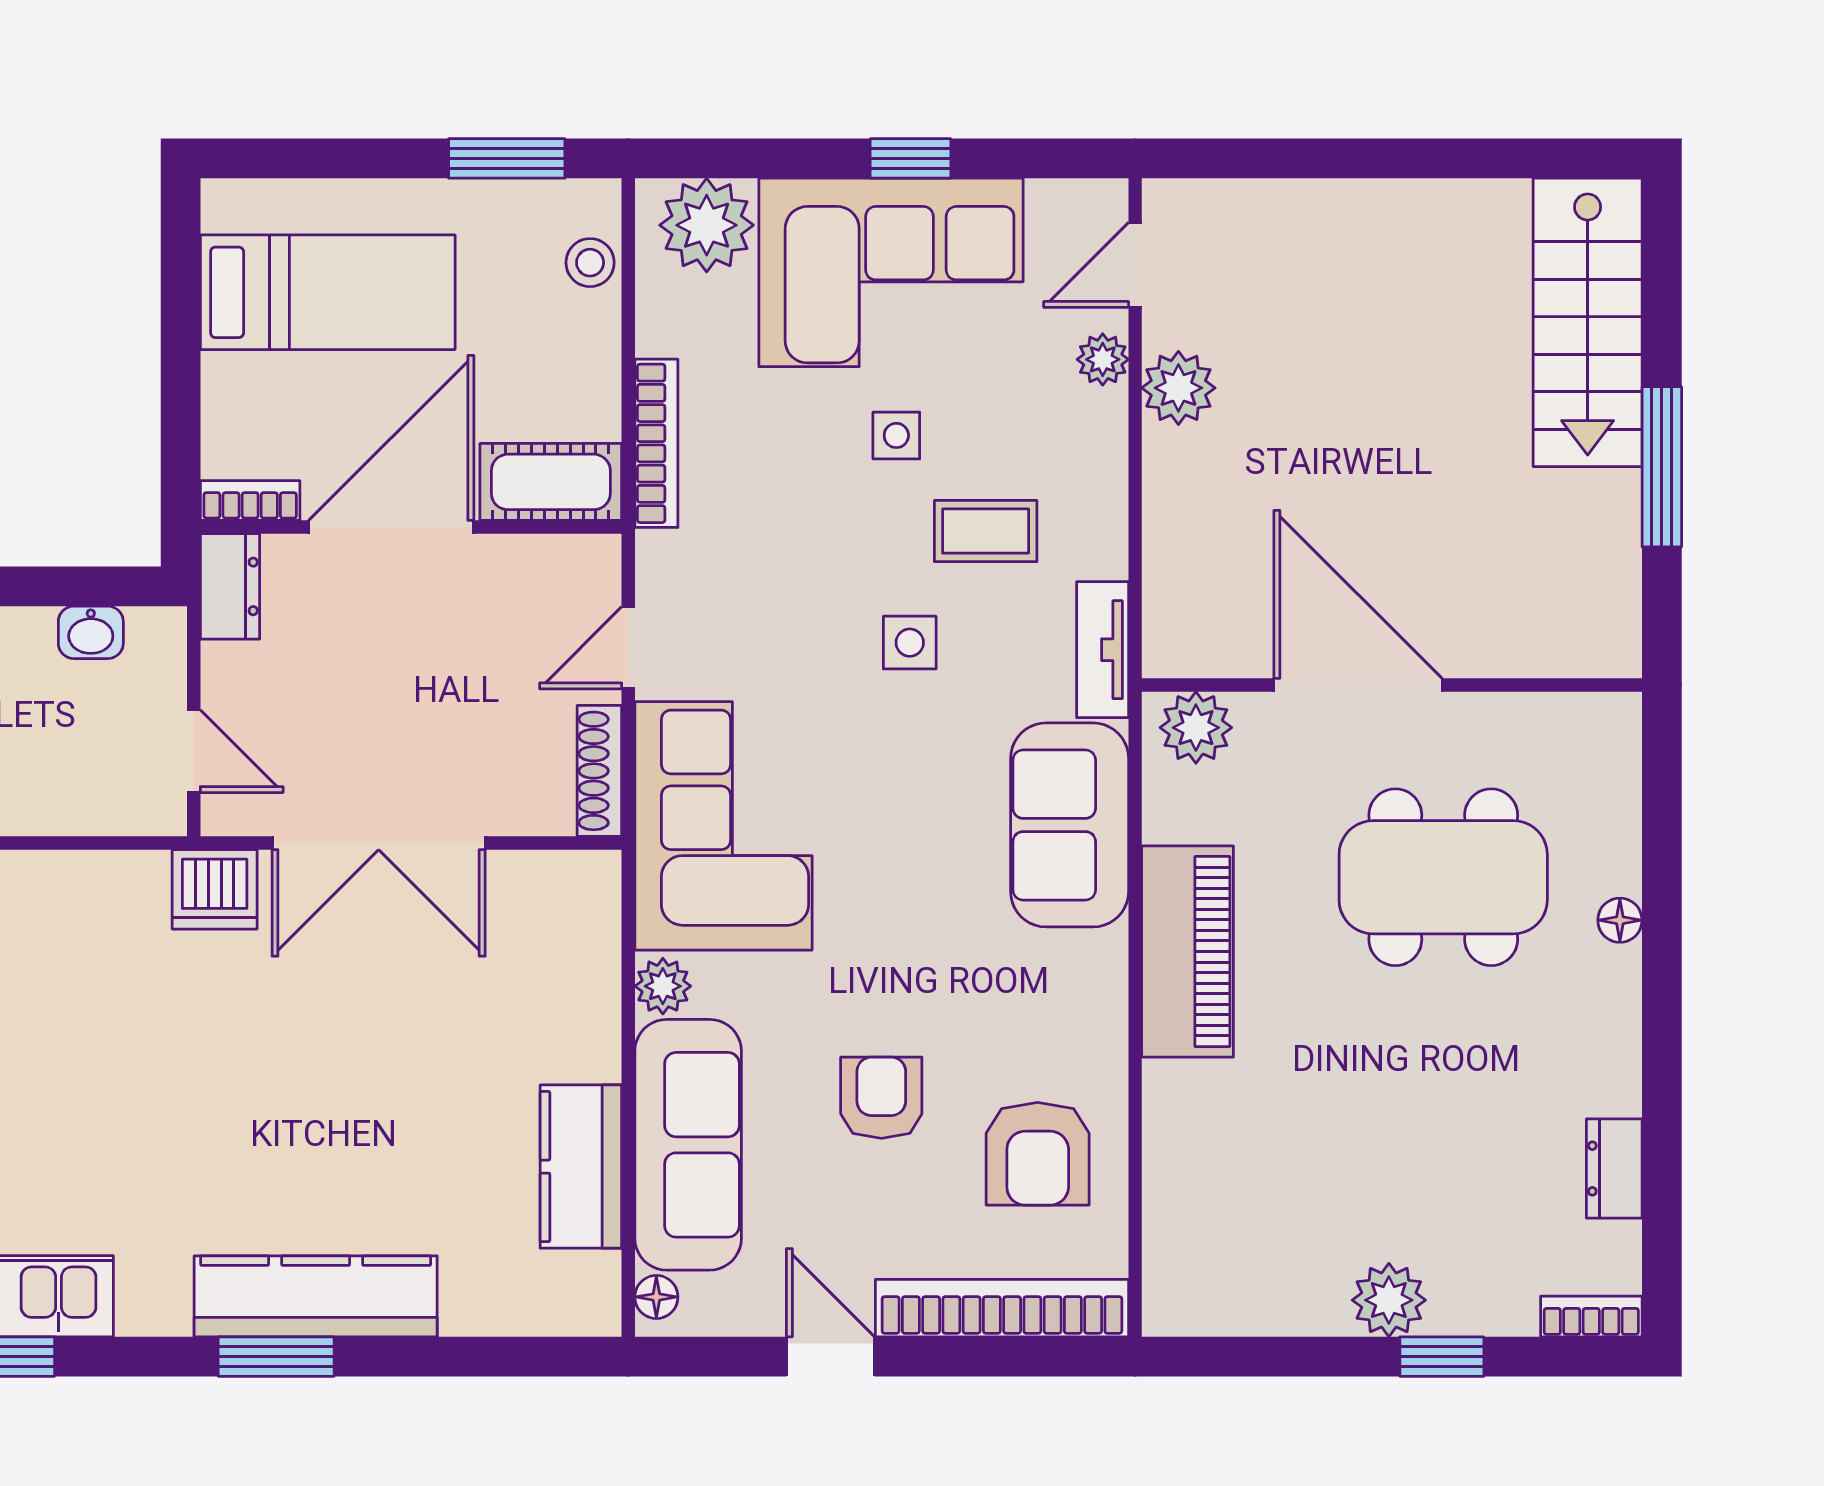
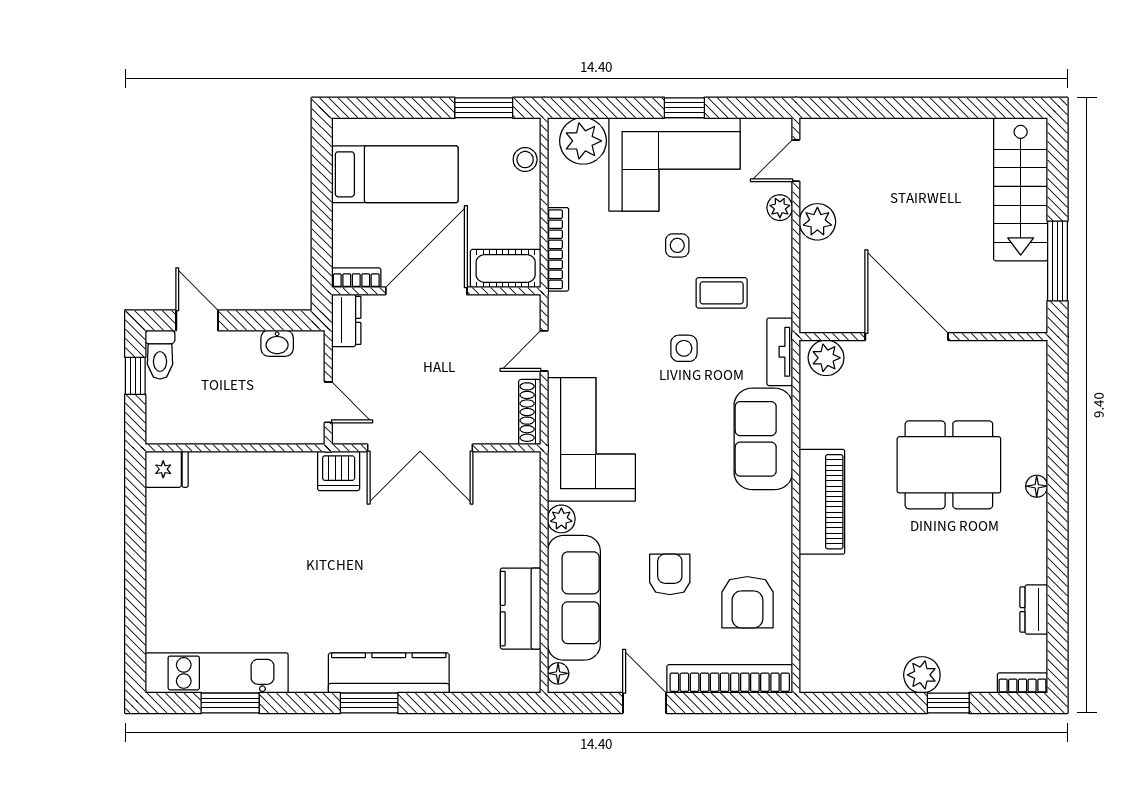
door: (1358, 685) -> (907, 337), moved
wall: (1392, 685) -> (923, 337), moved
plant: (1196, 728) -> (826, 358), moved

